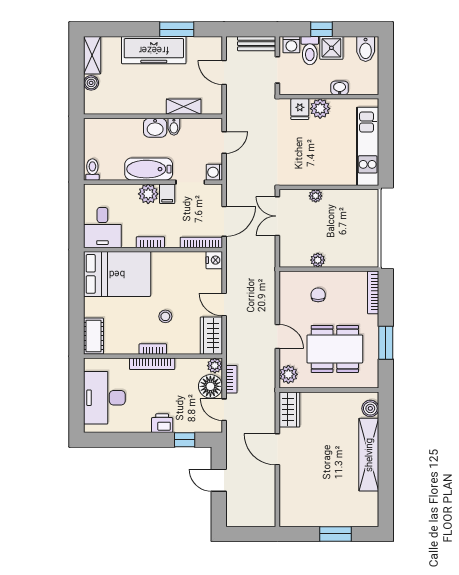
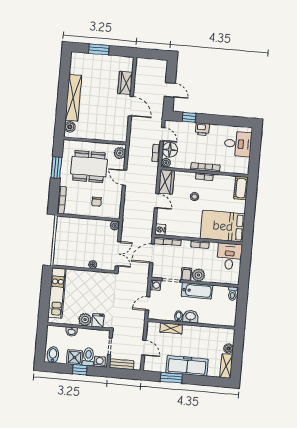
plant: (318, 260) -> (115, 225), moved
desk: (104, 398) -> (238, 144), width x0.73
wardrobe: (289, 410) -> (125, 83), moved

